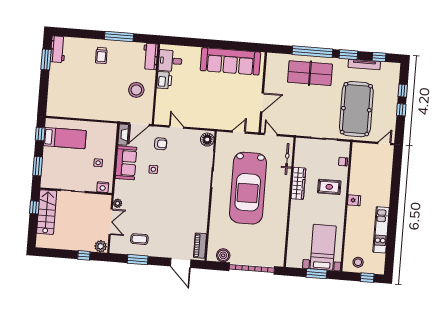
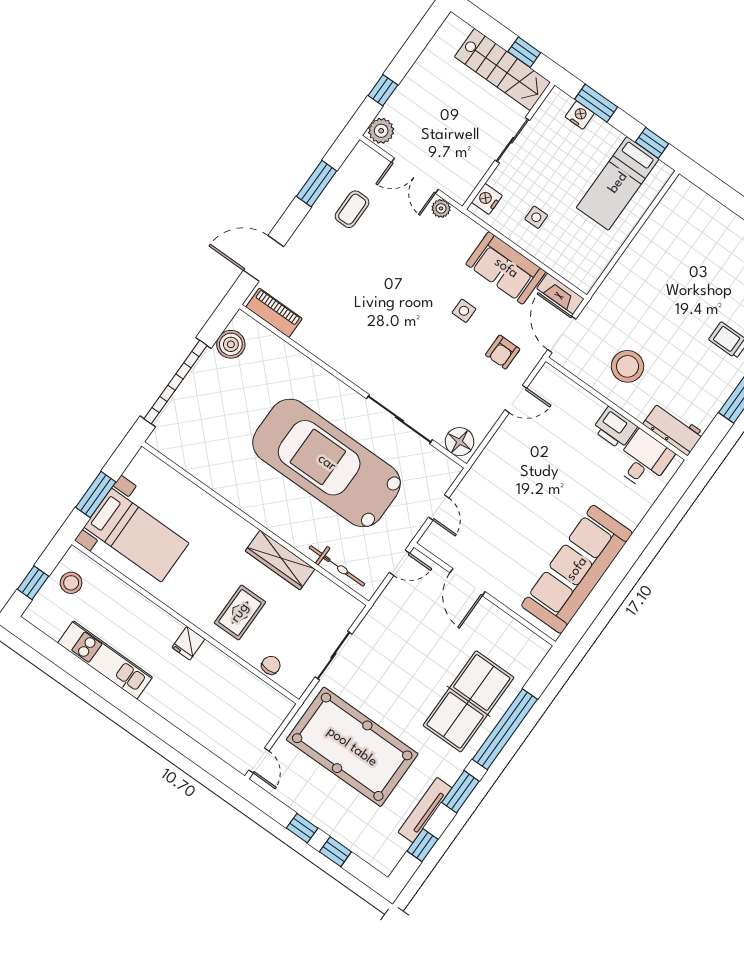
nightstand: (46, 170) -> (580, 115), added

